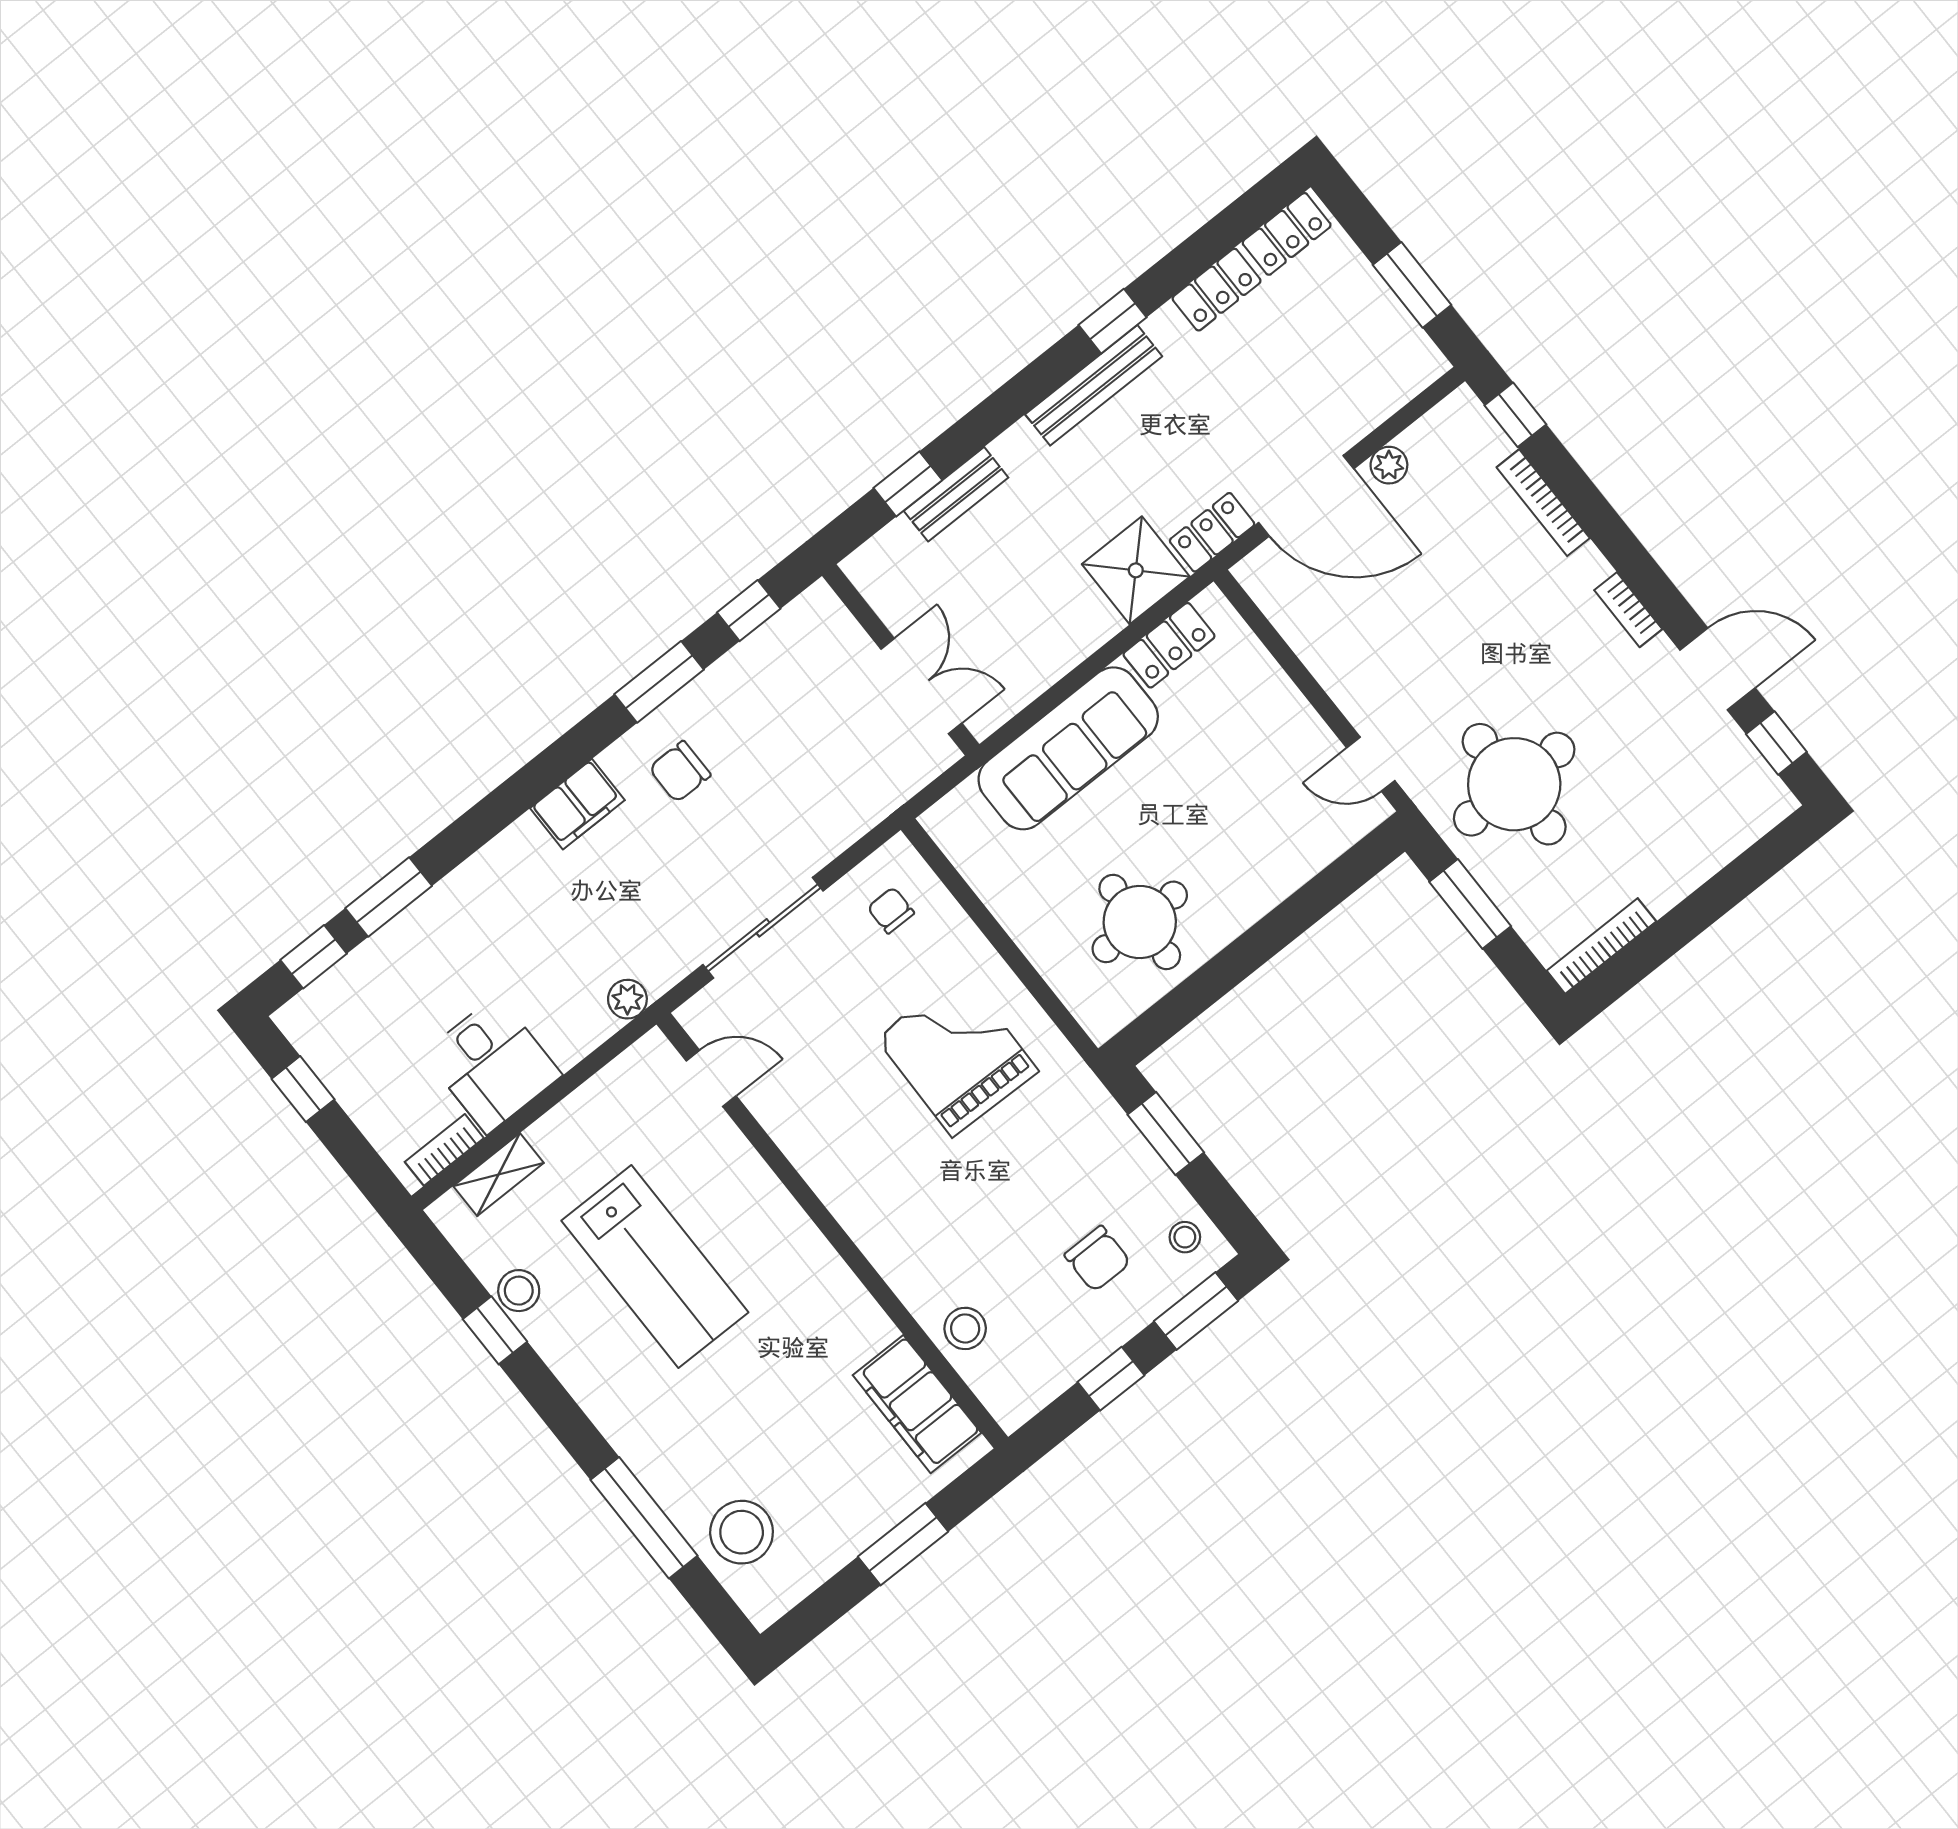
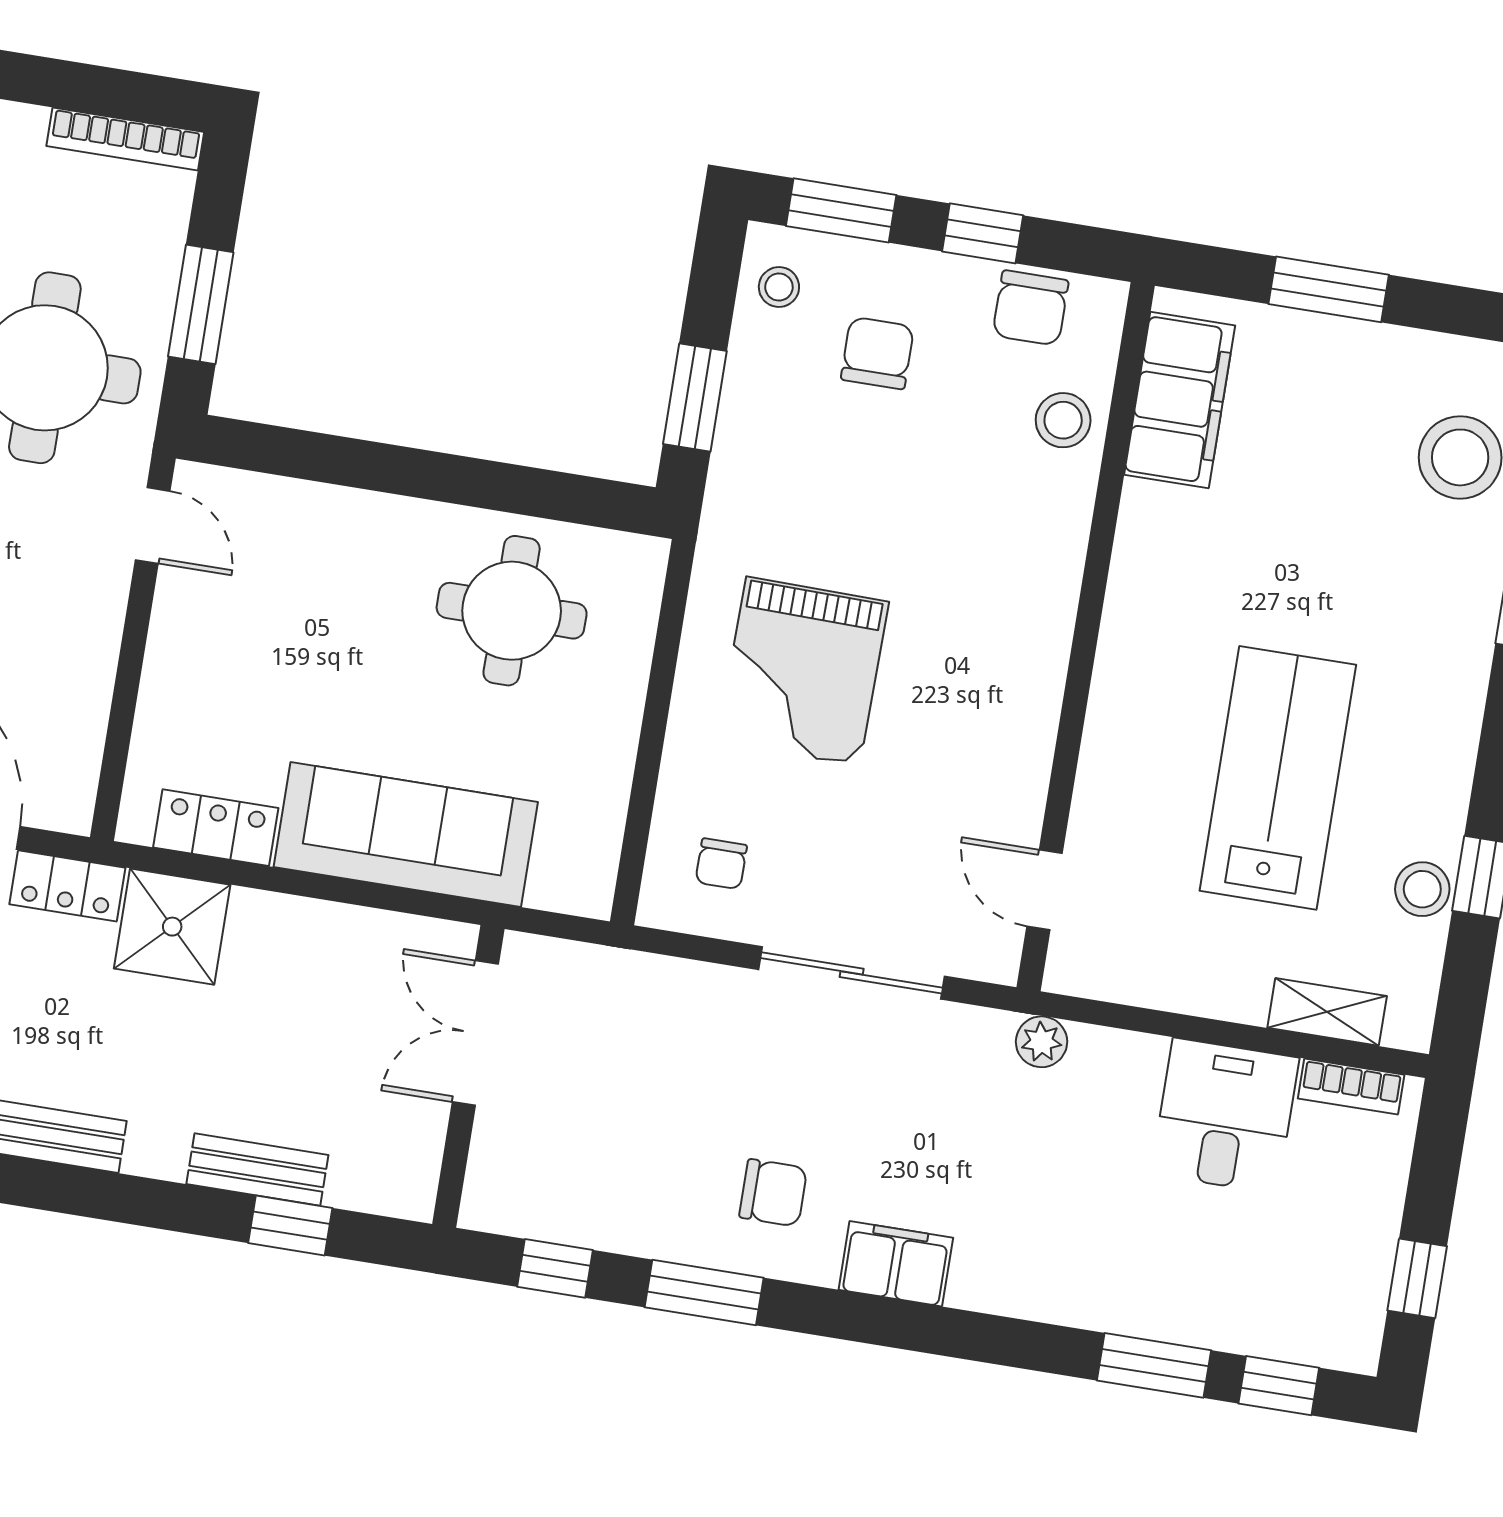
chair: (1045, 1367) -> (1031, 308), added

